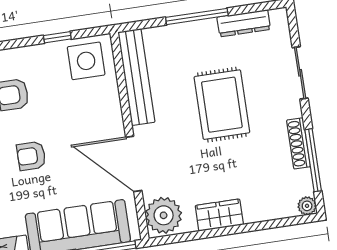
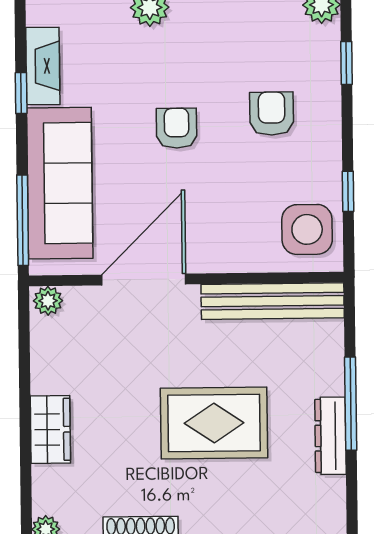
dresser: (244, 23) -> (330, 436), moved
plant: (164, 215) -> (48, 301), width x0.53, depth x0.53
wardrobe: (219, 215) -> (50, 429), moved

